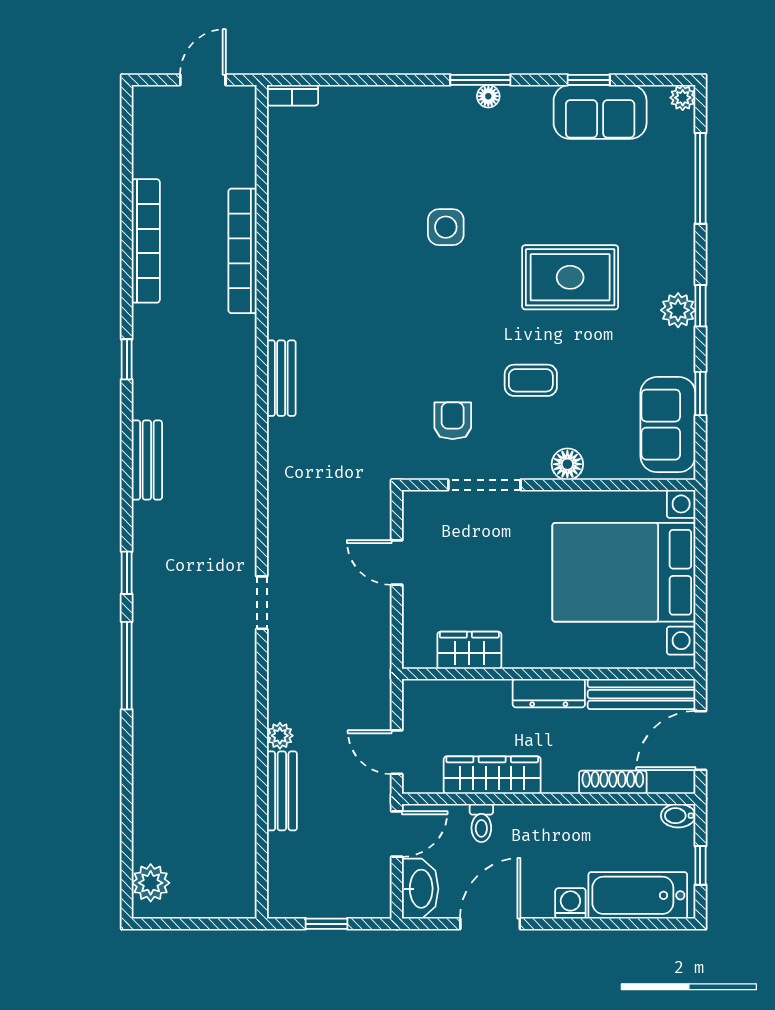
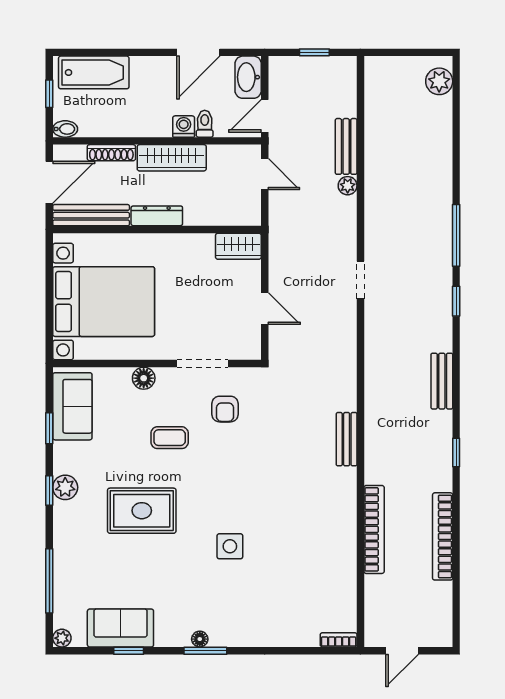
wardrobe: (469, 650) -> (238, 246), moved
wardrobe: (492, 775) -> (172, 158), moved
washing machine: (570, 903) -> (184, 127), moved, turned 180

